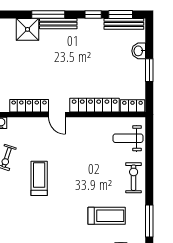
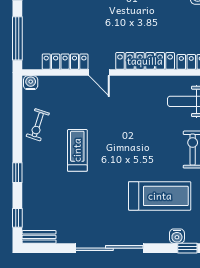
treadmill: (107, 216) -> (160, 196), width x1.37, depth x1.38

